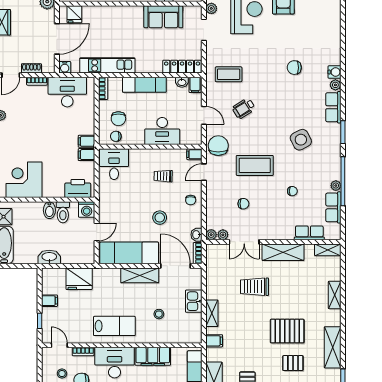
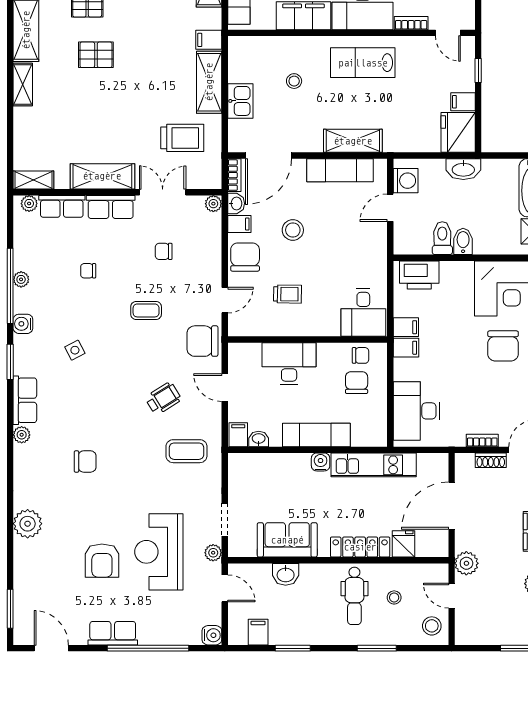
fridge: (74, 14) -> (403, 544), moved
plant: (332, 27) -> (28, 524), added
water cooler: (65, 67) -> (321, 462), moved
locker: (182, 67) -> (360, 547), moved, turned 180
water cooler: (335, 72) -> (23, 324), moved
bookcase: (103, 88) -> (380, 429), removed
desk: (67, 92) -> (416, 411), moved, turned 90
side table: (301, 140) -> (75, 350), width x0.54, depth x0.54
chair: (23, 142) -> (503, 346), added
chair: (218, 146) -> (202, 341), turned 90
filing cabinet: (194, 154) -> (239, 224), moved
coffee table: (255, 165) -> (146, 310), width x0.54, depth x0.58
chair: (191, 200) -> (245, 257), width x1.87, depth x1.87
row of seats: (333, 207) -> (111, 207), moved, turned 90
washing machine: (87, 210) -> (406, 181), moved, turned 90
plant: (223, 235) -> (29, 204), moved
exam couch: (129, 253) -> (340, 170), width x0.73, depth x0.69
door: (175, 266) -> (268, 156), hinge flipped
shelving: (140, 275) -> (353, 141), moved
fridge: (79, 279) -> (458, 132), moved, turned -90
trolley: (255, 287) -> (182, 138), moved
shelving: (335, 295) -> (23, 85), moved
shelving: (212, 313) -> (209, 82), width x1.50, depth x1.33
pallet: (287, 331) -> (96, 55), width x0.67, depth x0.71

